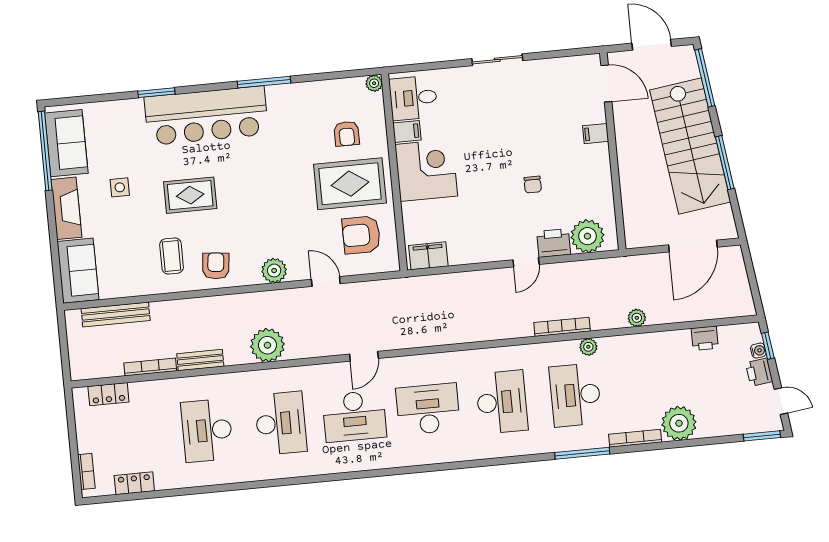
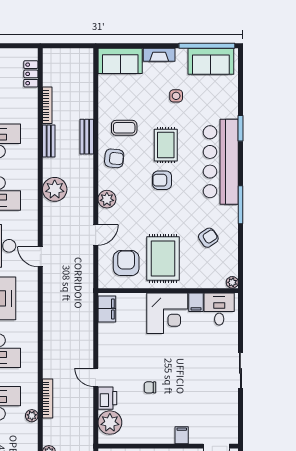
armchair: (347, 134) -> (208, 238), moved, turned 146
armchair: (240, 196) -> (162, 180), added
fireplace: (66, 208) -> (159, 55), width x0.73, depth x0.76
bench: (116, 314) -> (87, 137), moved, width x0.73

